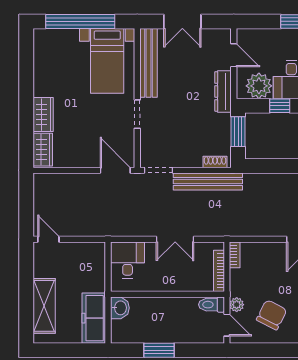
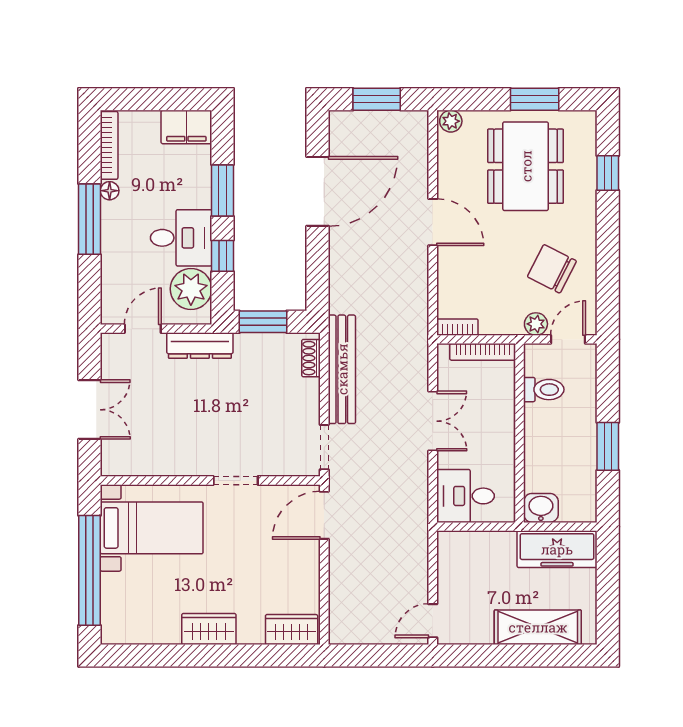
bench: (148, 63) -> (155, 463), removed
wardrobe: (43, 115) -> (209, 629), moved
toilet: (212, 305) -> (544, 390), moved, turned -90

